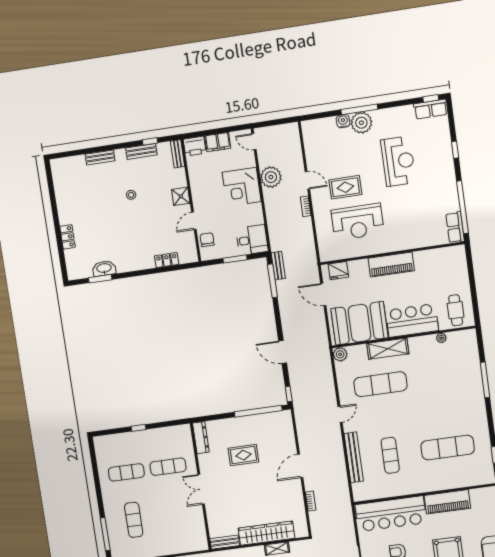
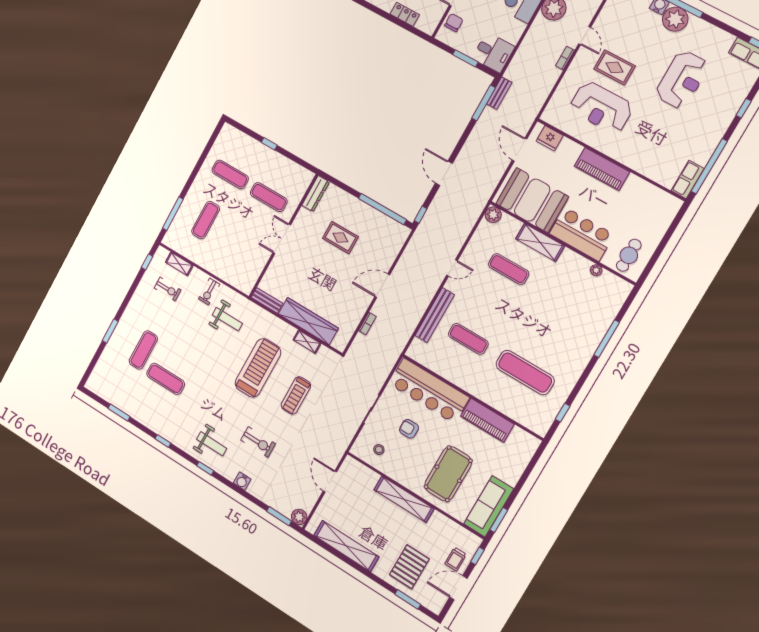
exercise mat: (380, 384) -> (509, 269), width x0.73, depth x0.69
exercise mat: (390, 455) -> (468, 339), turned 90

